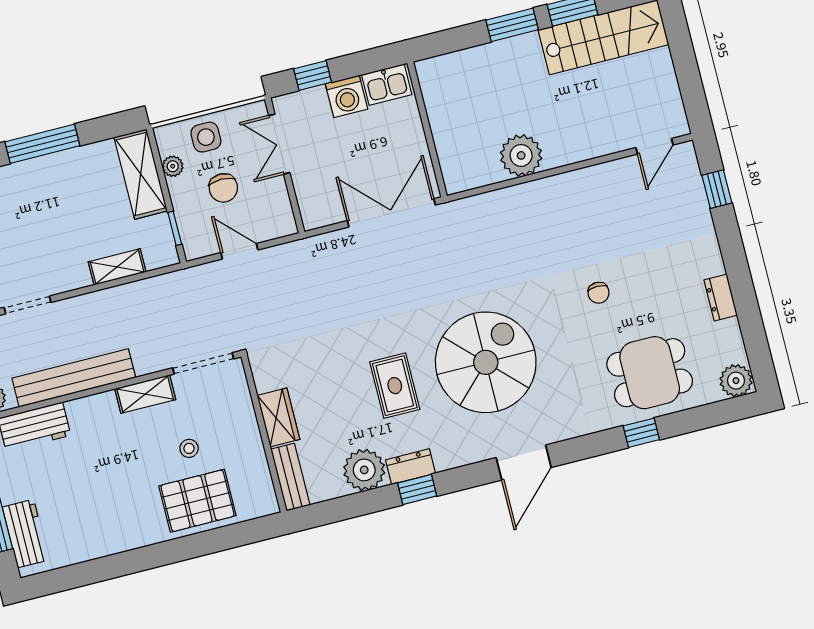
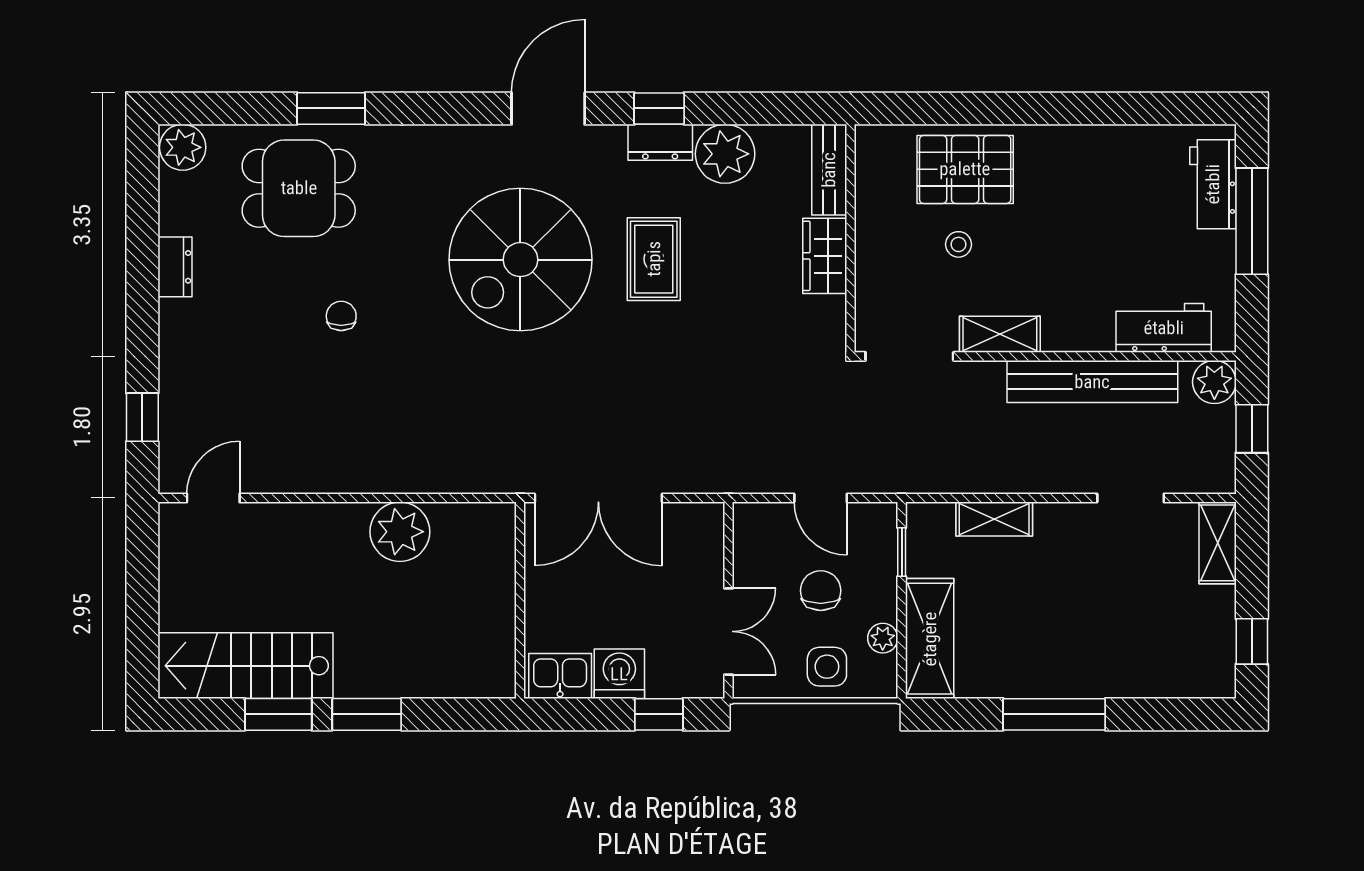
window: (641, 433) -> (331, 108), width x1.50
door: (524, 463) -> (548, 108), moved

